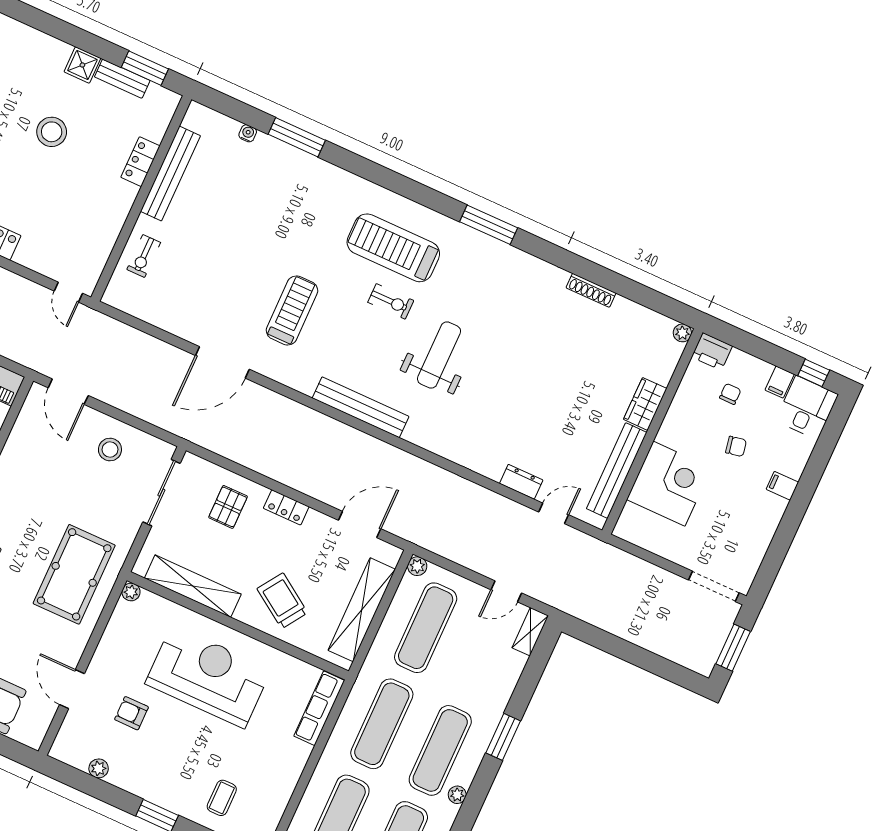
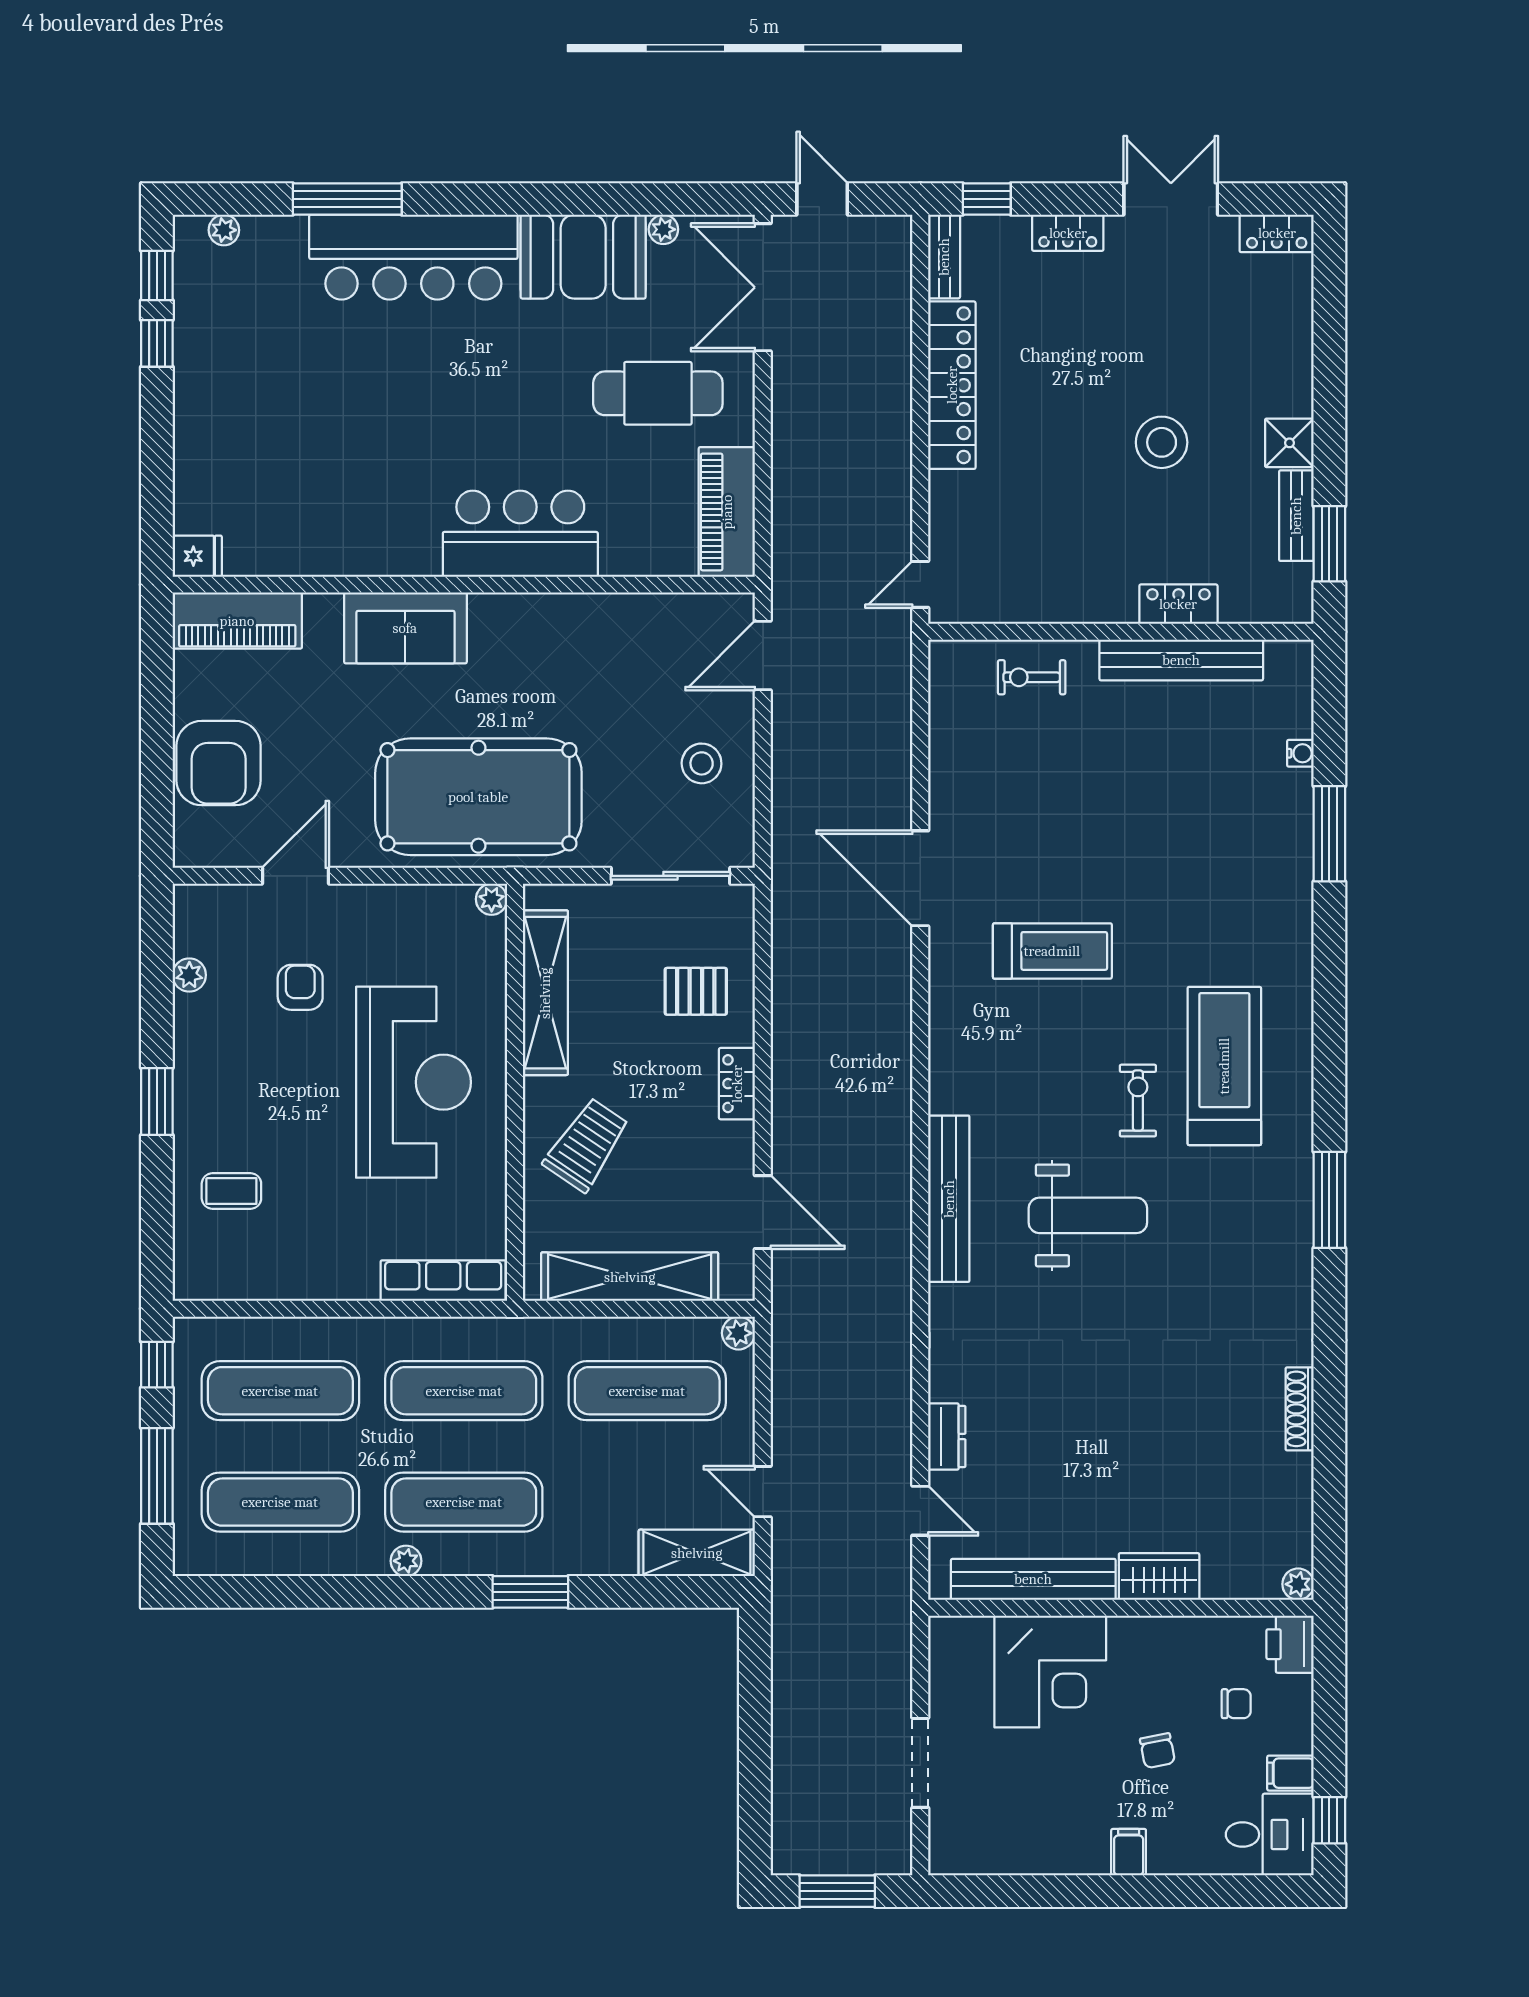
exercise bike: (391, 301) -> (1138, 1101), turned 180
bench: (361, 407) -> (949, 1199), moved
pool table: (74, 574) -> (478, 797), width x1.36, depth x1.32
doorway: (714, 586) -> (920, 1763), moved
shelving: (530, 632) -> (697, 1553), width x1.50, depth x1.33

